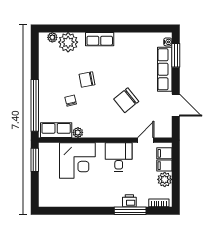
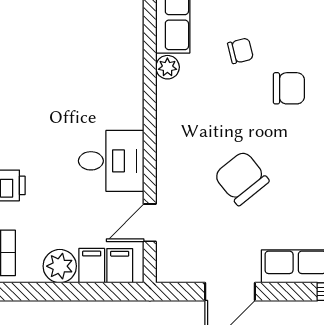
chair: (87, 79) -> (289, 88), turned 101
door: (146, 140) -> (150, 223), swing flipped
corner desk: (77, 161) -> (103, 66), removed

